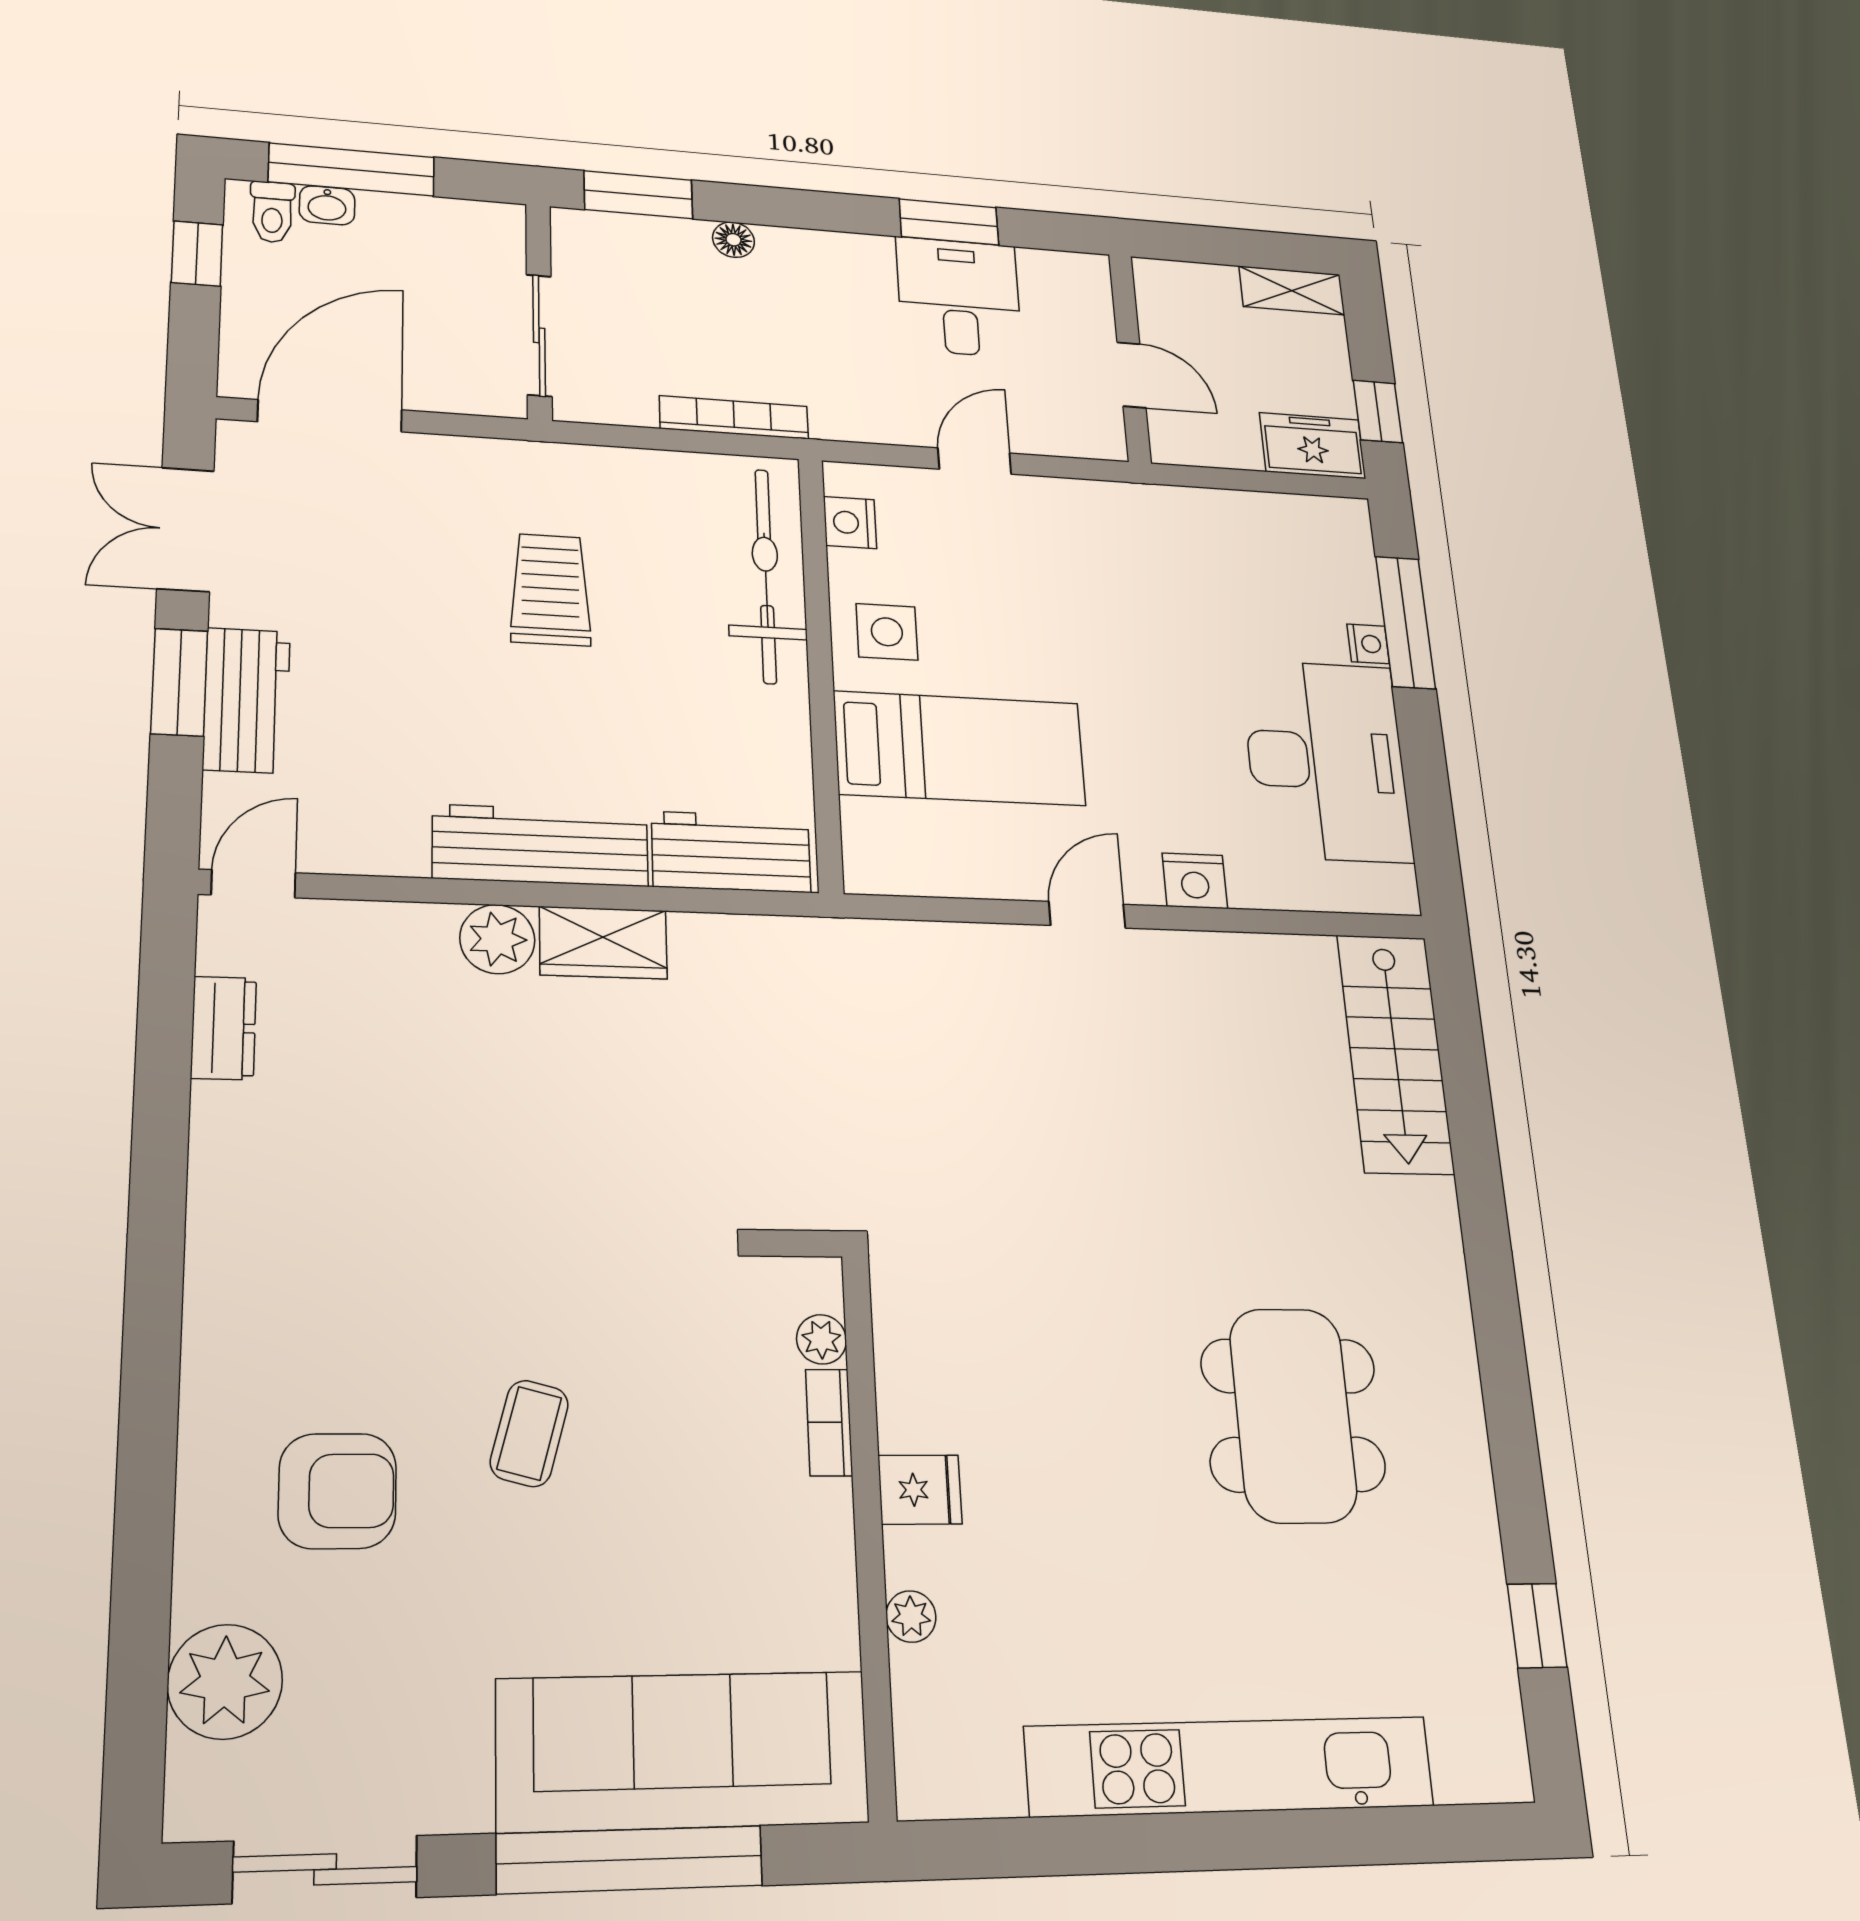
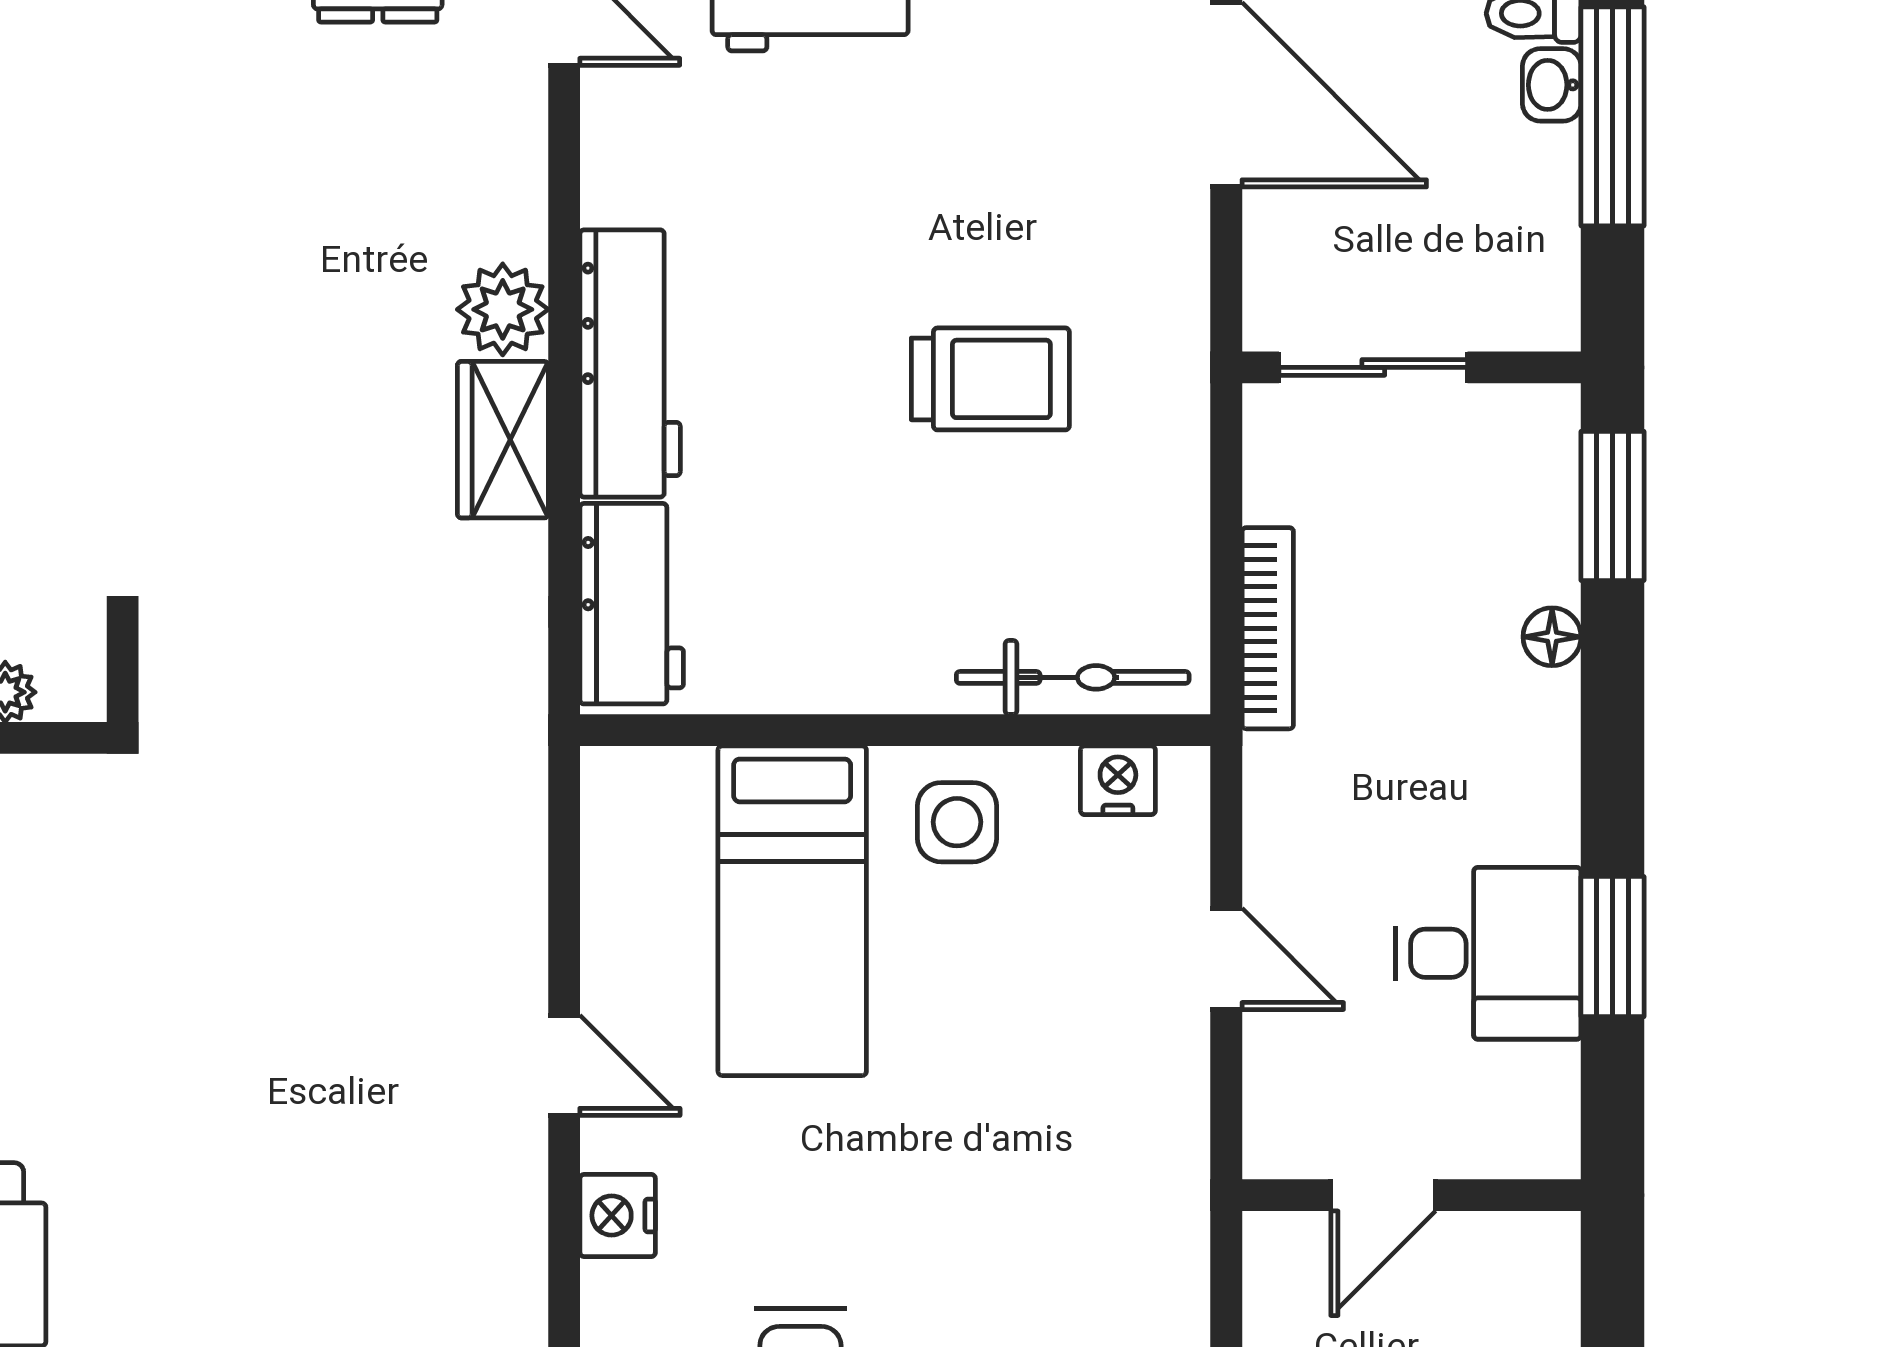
bicycle: (766, 575) -> (1073, 677), width x0.73, depth x0.71

